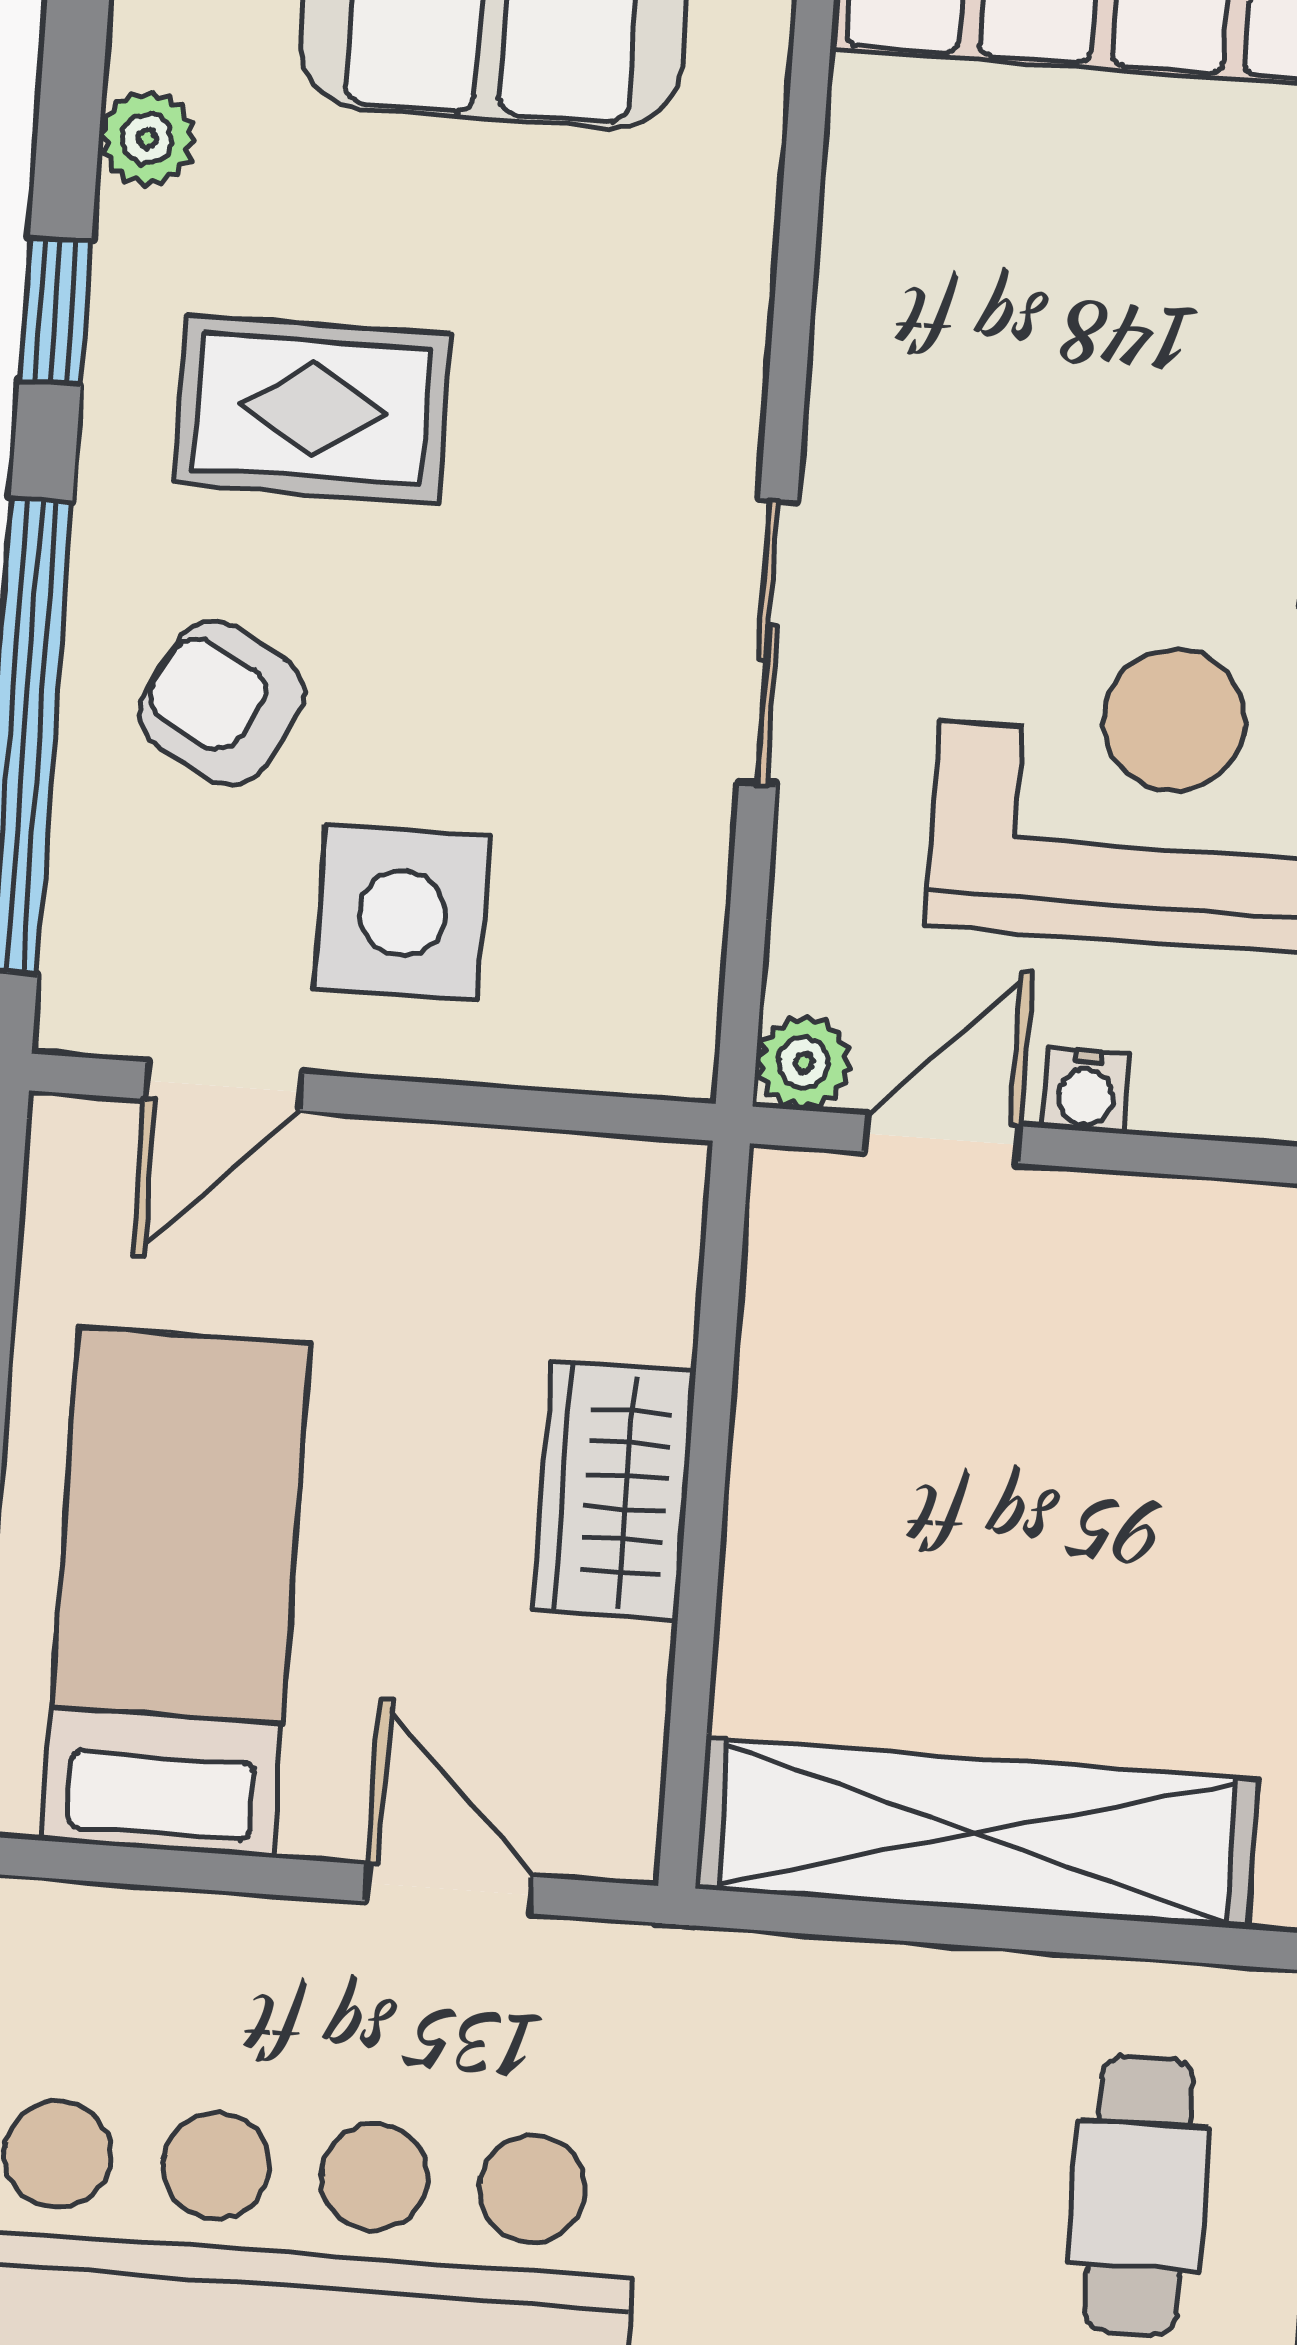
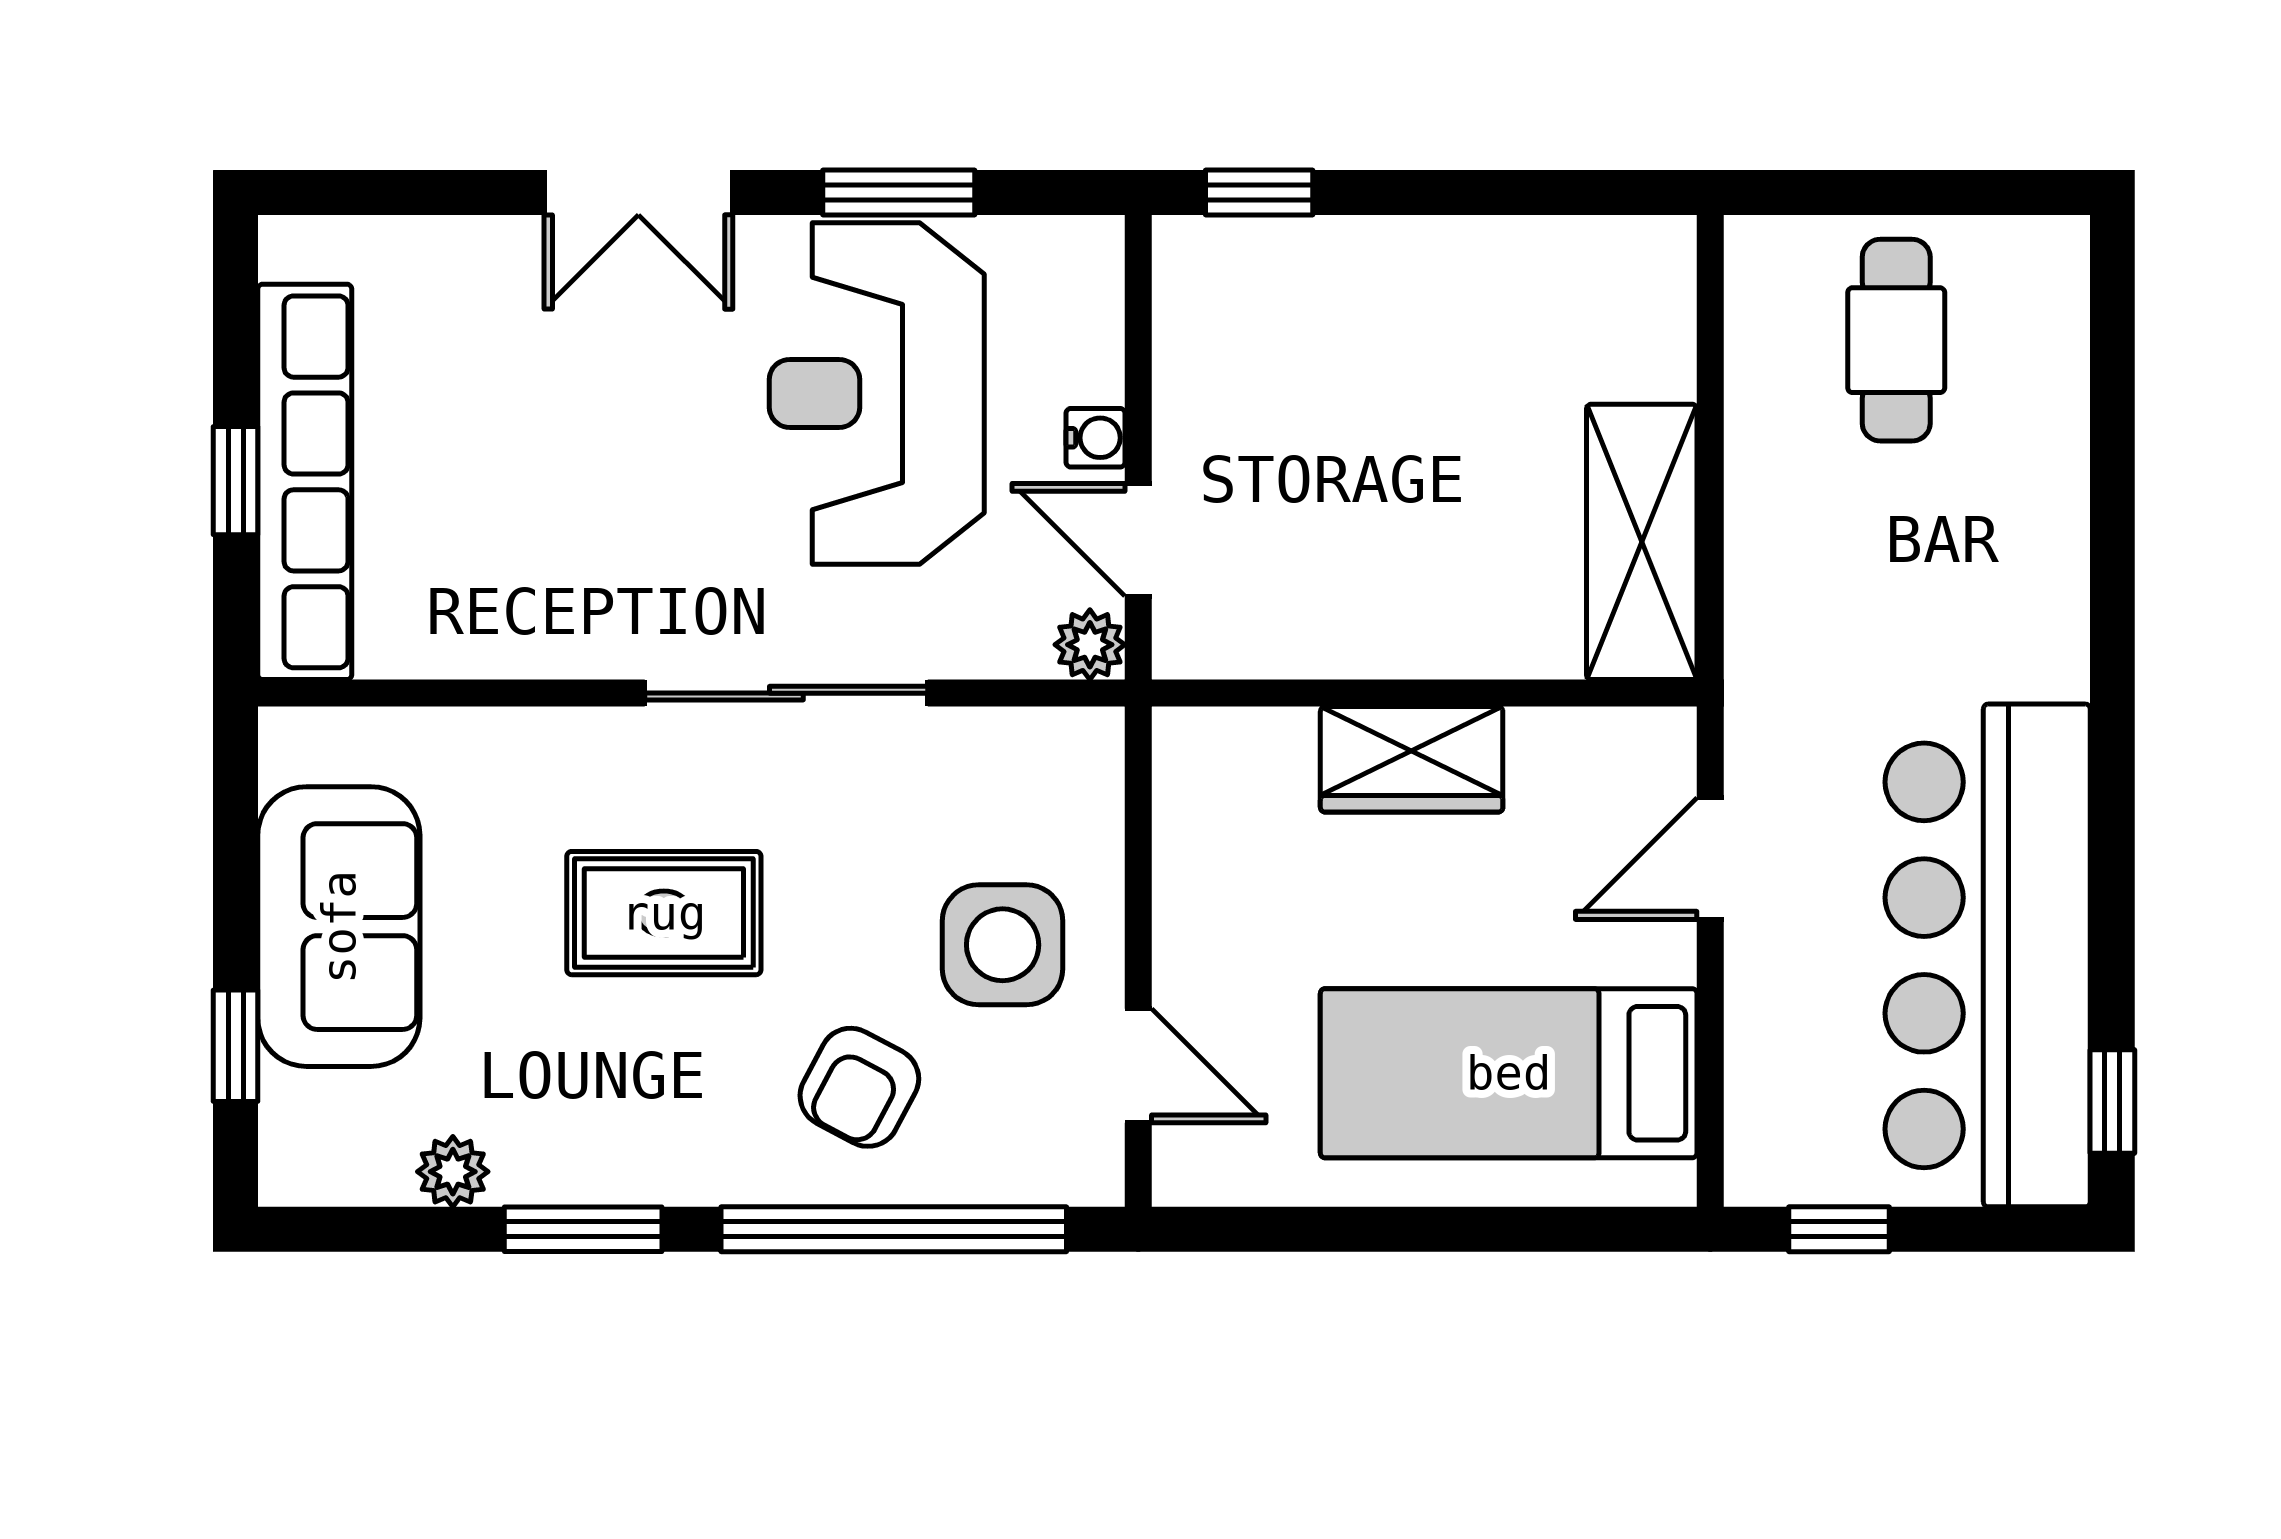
window: (55, 311) -> (583, 1229), width x1.50
rug: (312, 409) -> (664, 913), moved, turned 90
sliding door: (768, 642) -> (786, 693), width x1.37
shelving: (977, 1834) -> (1642, 542), width x0.68
cafe table: (1139, 2195) -> (1896, 340), turned 90

